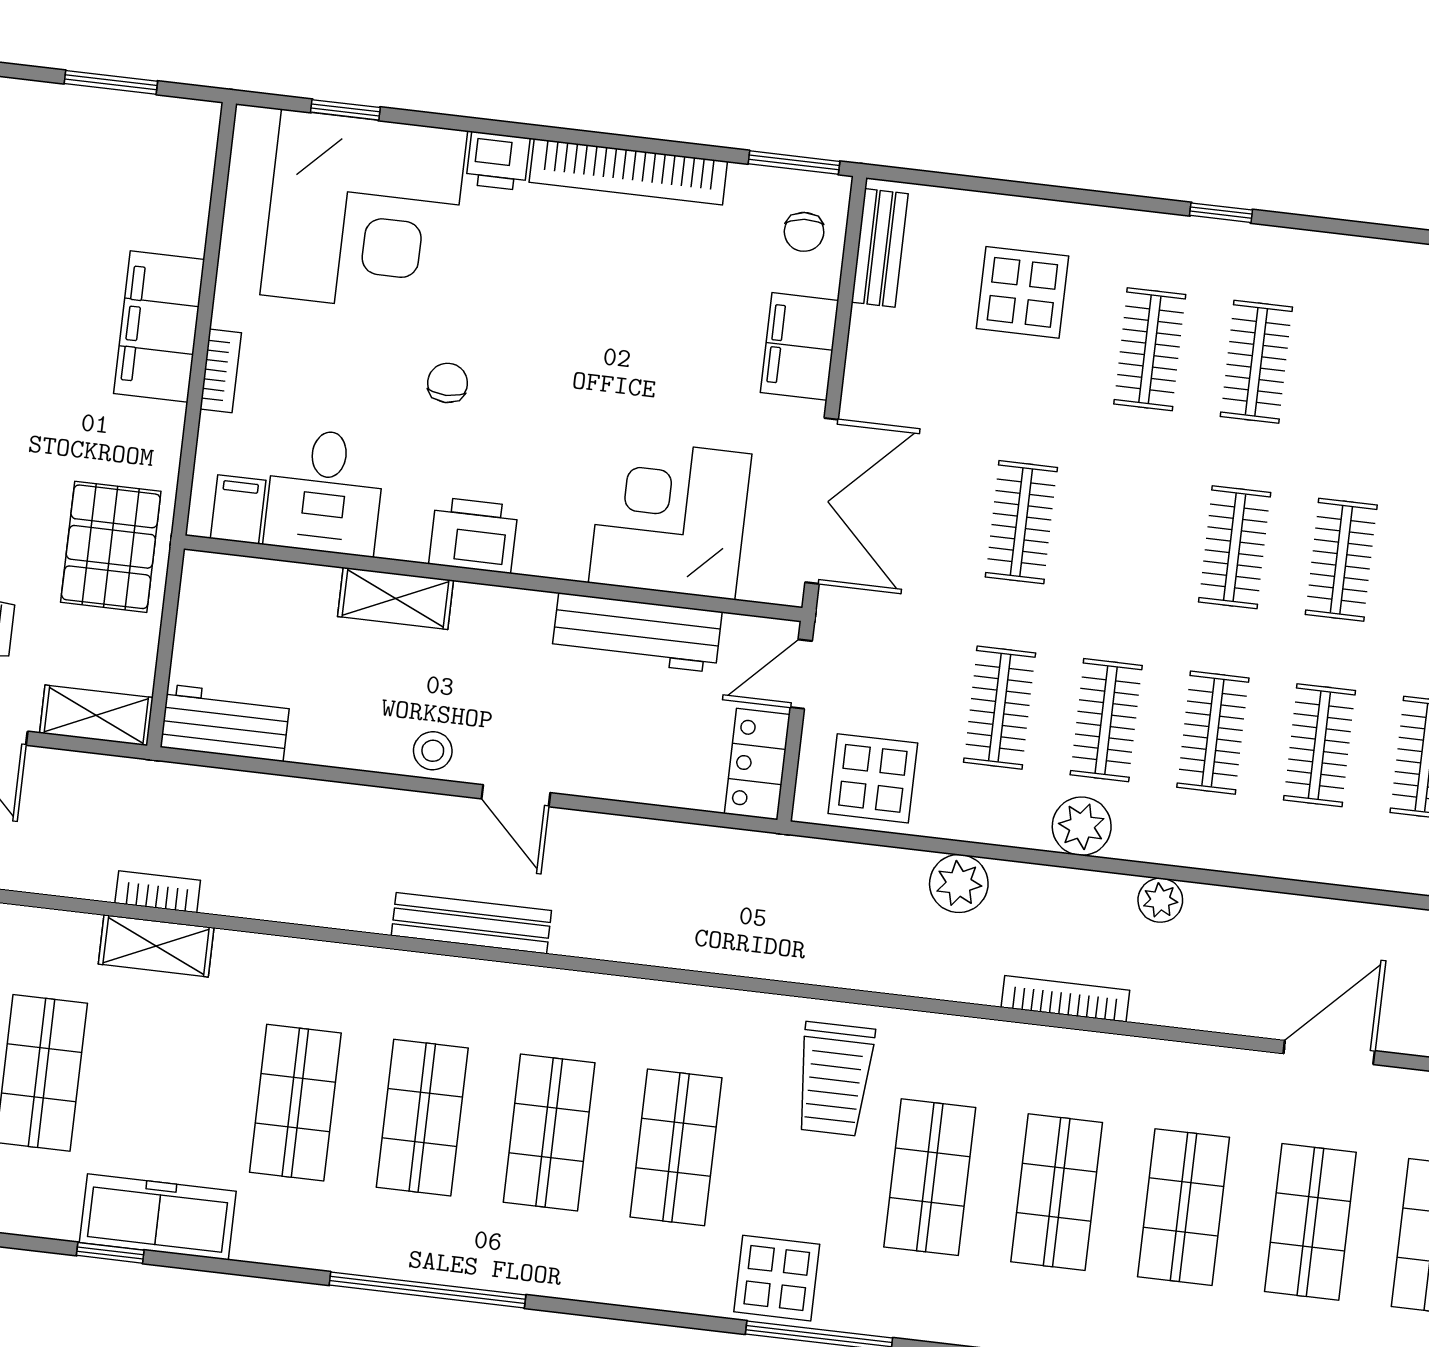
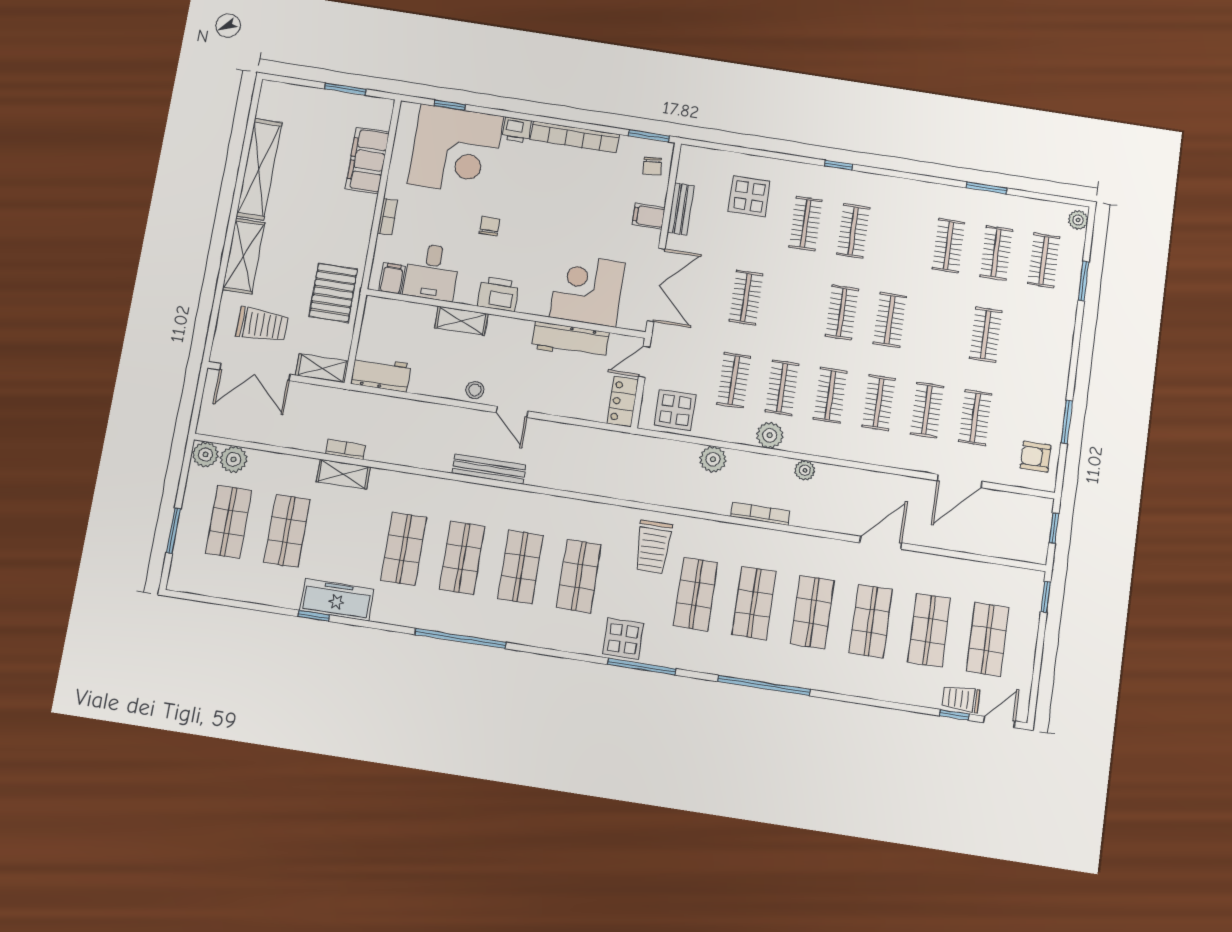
bench: (880, 248) -> (681, 209), moved
filing cabinet: (159, 326) -> (367, 160), moved
filing cabinet: (800, 346) -> (649, 216), width x0.50

